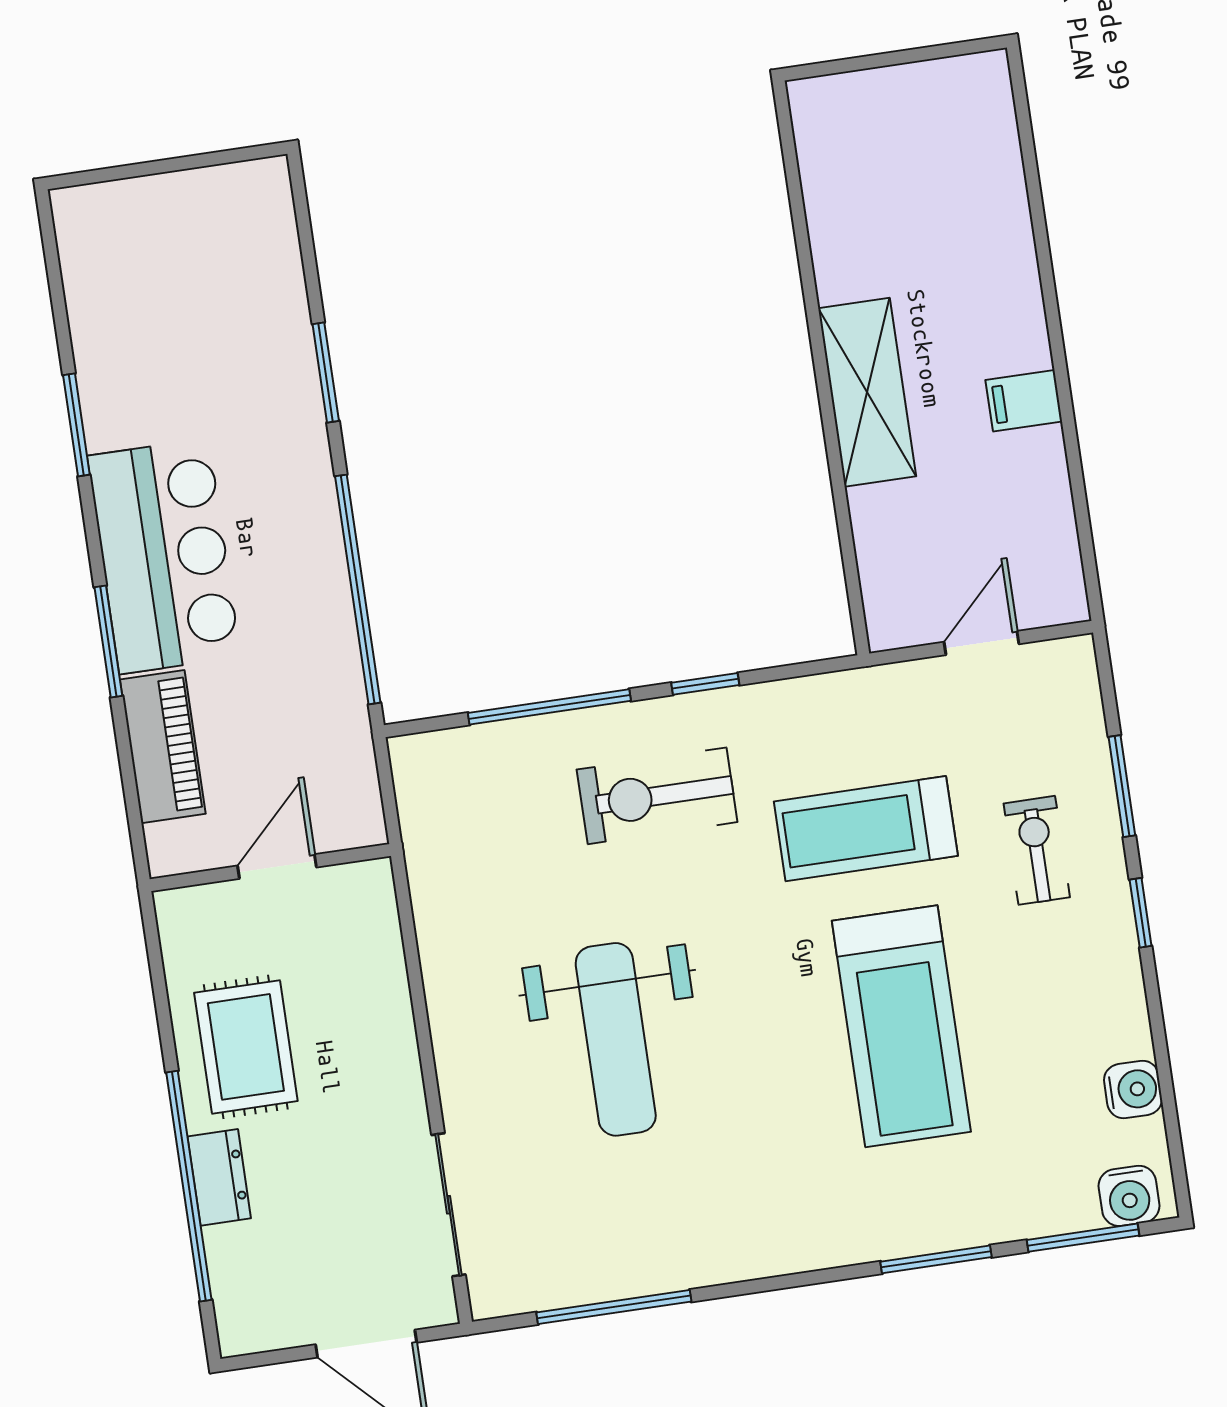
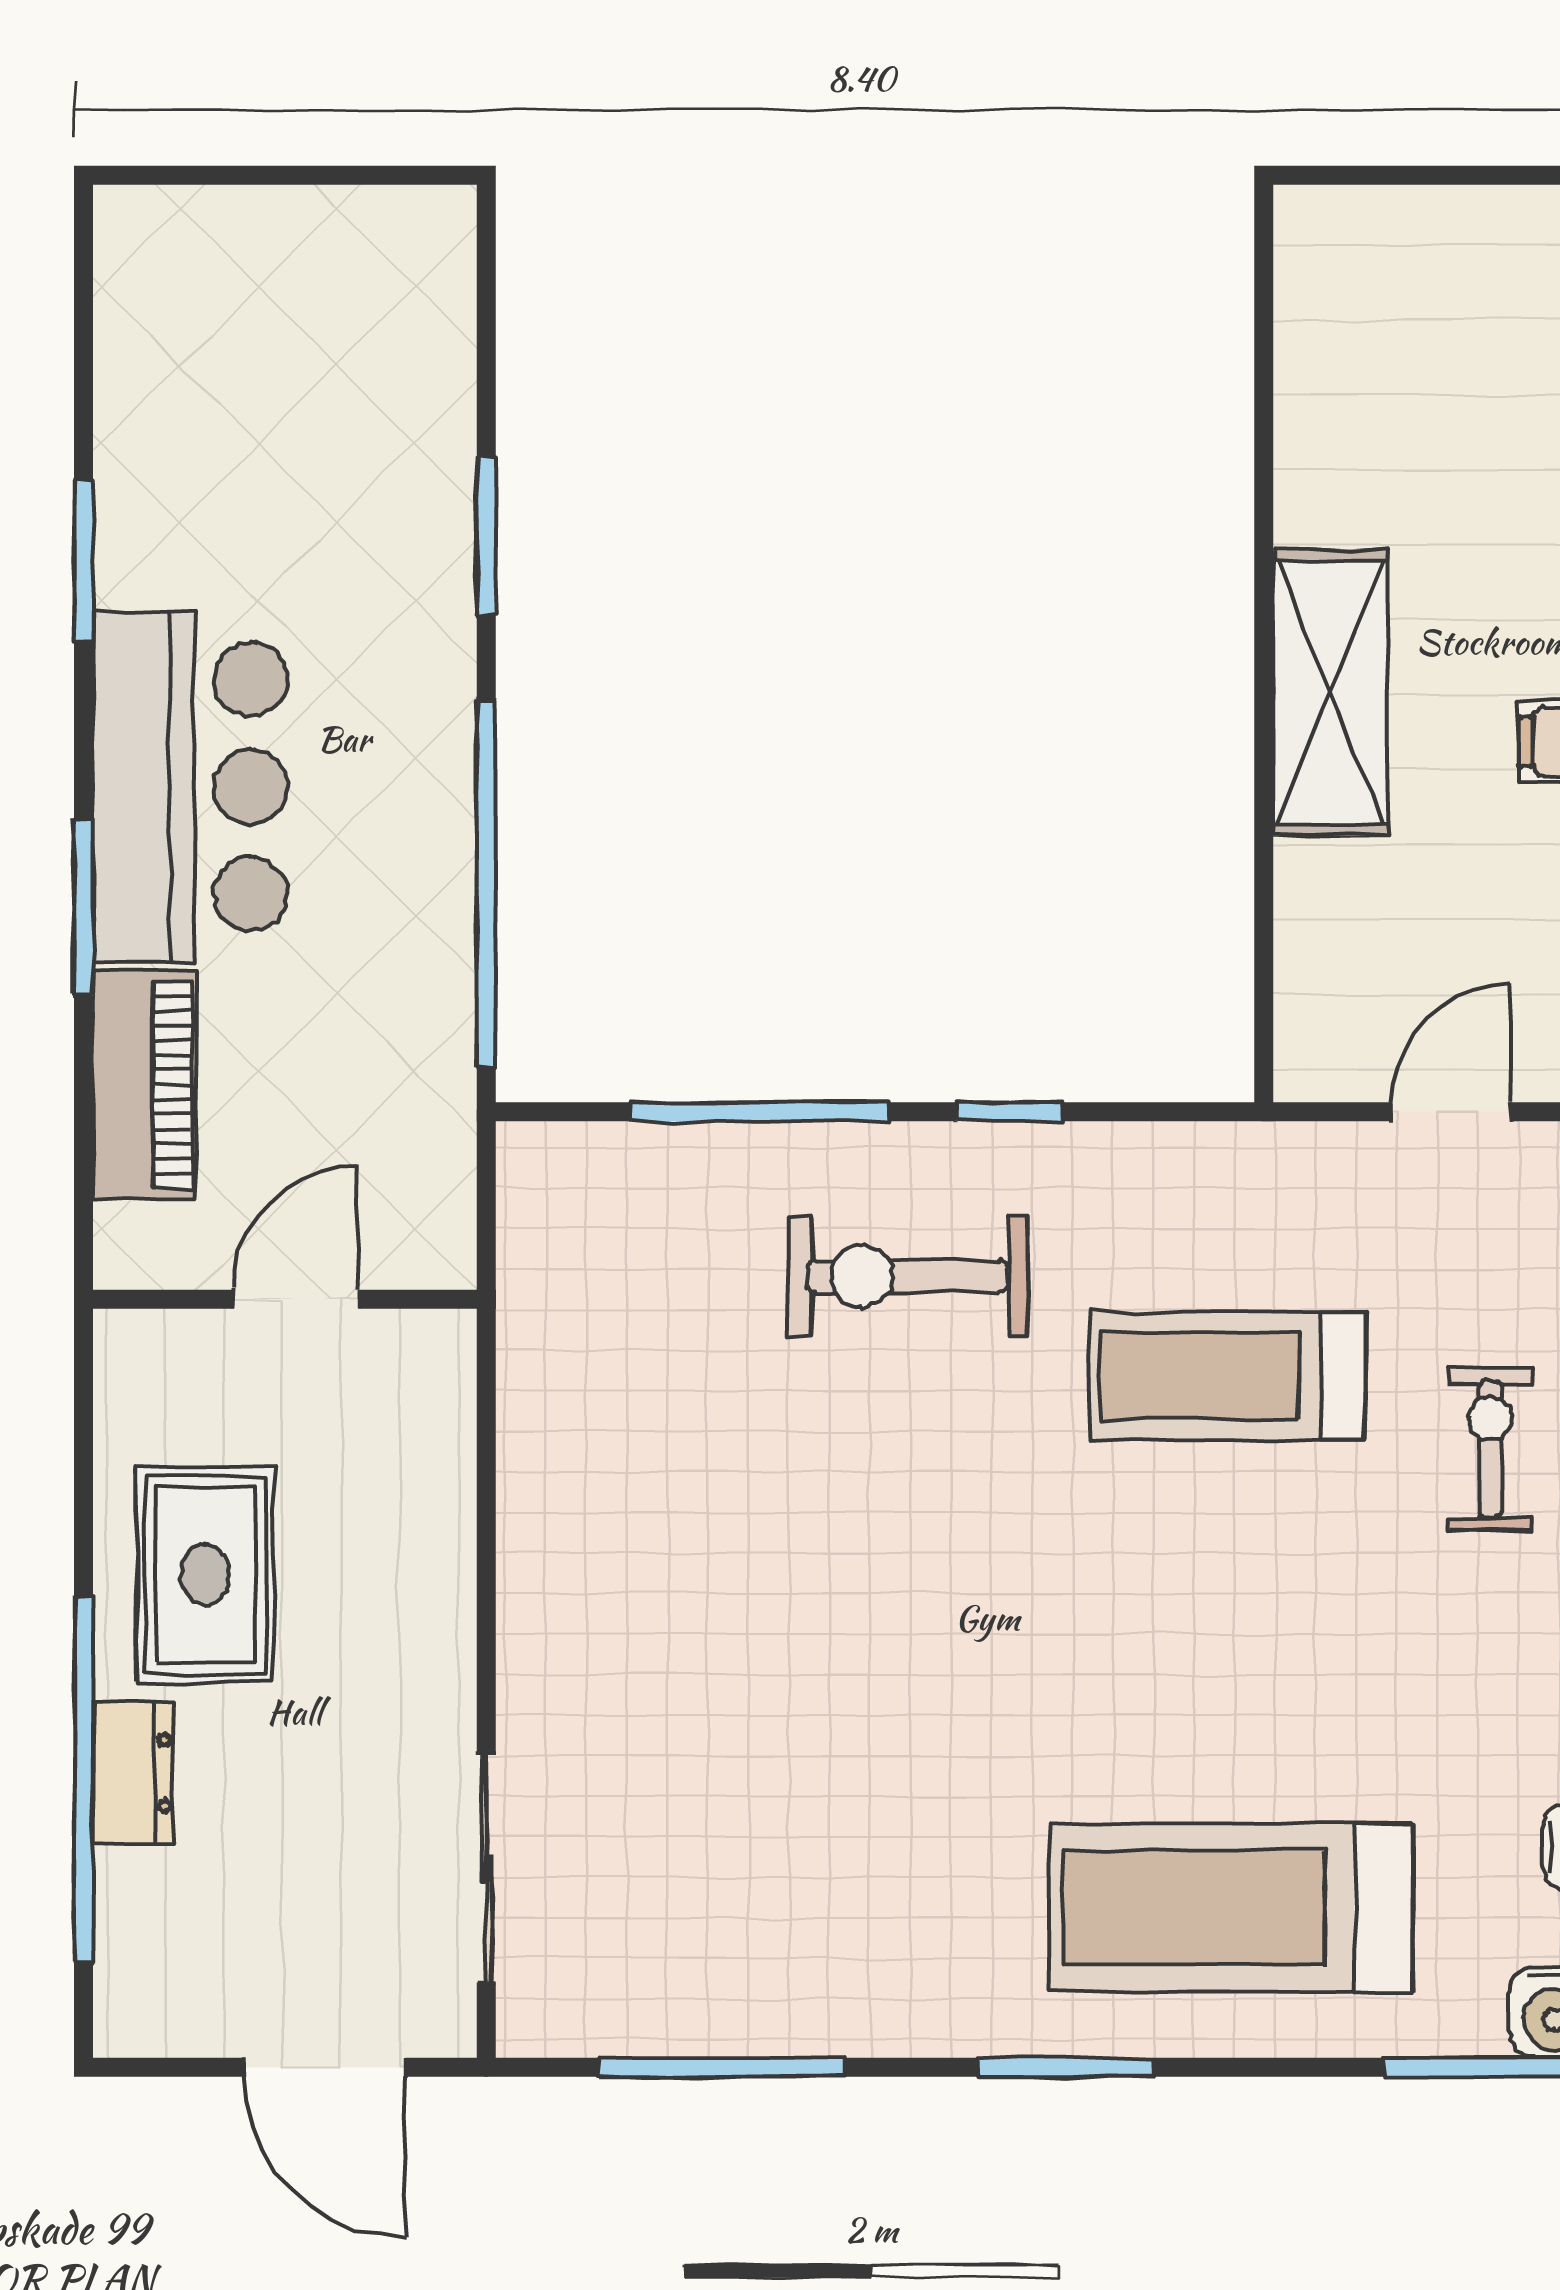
treadmill: (901, 1026) -> (1231, 1908), moved, turned 90
weight bench: (616, 1039) -> (787, 1648), removed
window: (936, 1259) -> (1066, 2067), moved

